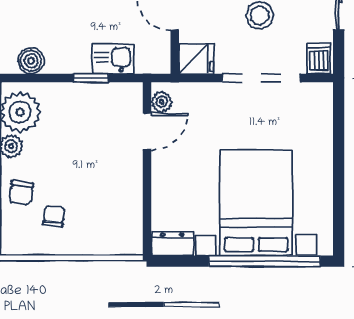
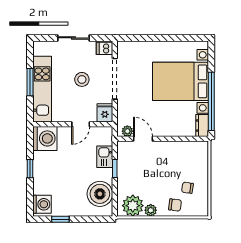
boiler: (31, 61) -> (100, 194), width x1.86, depth x1.86
window: (265, 261) -> (211, 101), moved

